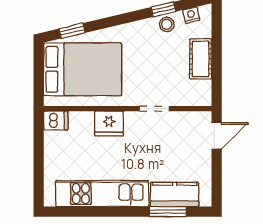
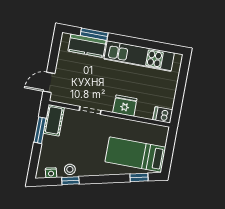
cot: (201, 59) -> (54, 120), moved
bed: (83, 69) -> (135, 155), width x0.67
window: (217, 70) -> (40, 130), added

